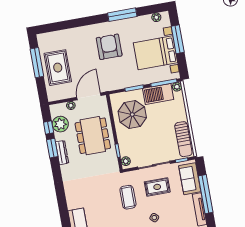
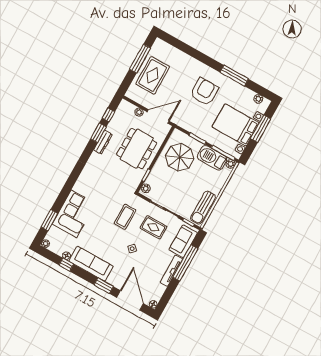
plant: (60, 124) -> (119, 120), removed

